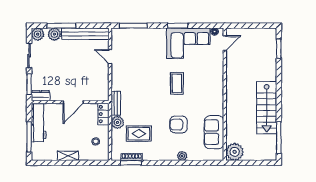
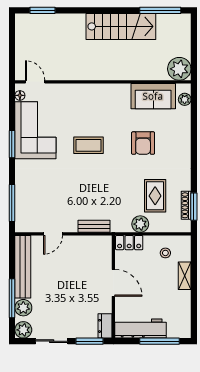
bench: (116, 103) -> (94, 226), moved
shelving: (68, 156) -> (185, 276), moved
plant: (182, 156) -> (185, 99), moved

